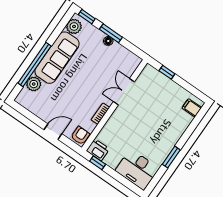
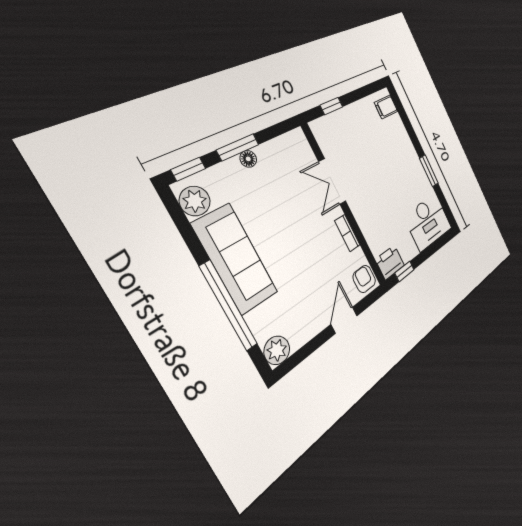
plant: (34, 84) -> (277, 350), moved

